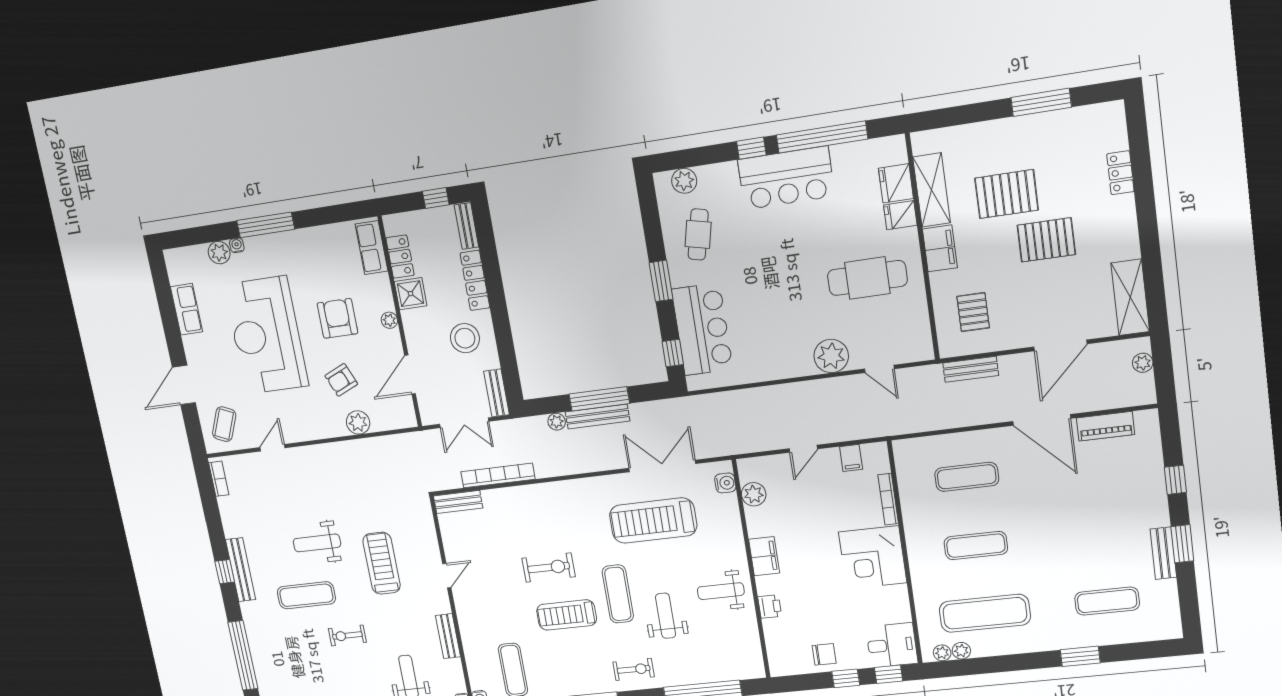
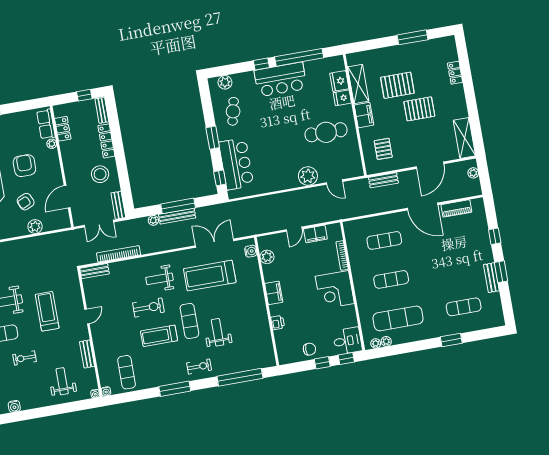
shower: (411, 294) -> (68, 150), removed
plant: (389, 320) -> (52, 144), moved
filing cabinet: (851, 458) -> (315, 234), width x2.00
weight bench: (721, 591) -> (159, 279), moved

